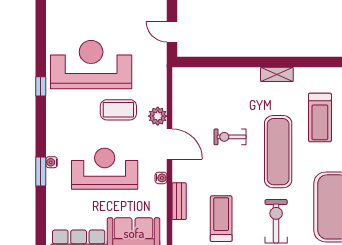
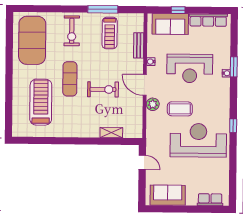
reception desk: (91, 65) -> (198, 140), turned 180
shelving: (277, 74) -> (111, 133), moved
treadmill: (320, 118) -> (41, 102), width x1.37, depth x1.38
exercise bike: (230, 137) -> (103, 89), width x1.38, depth x1.39
exercise mat: (278, 152) -> (70, 79), width x0.73, depth x0.69

